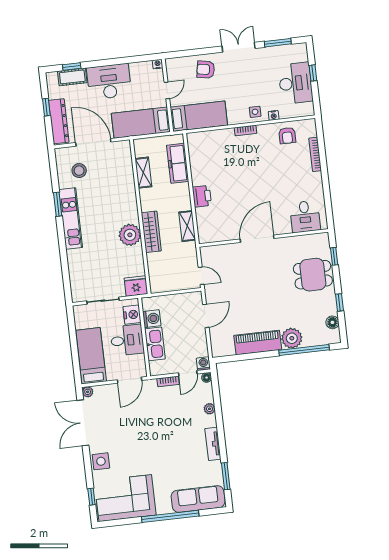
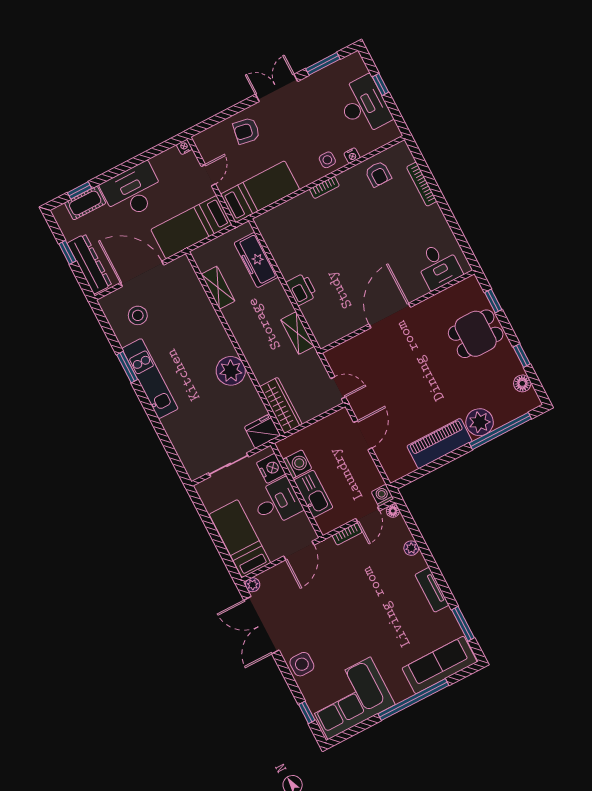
wardrobe: (151, 232) -> (281, 405), moved

